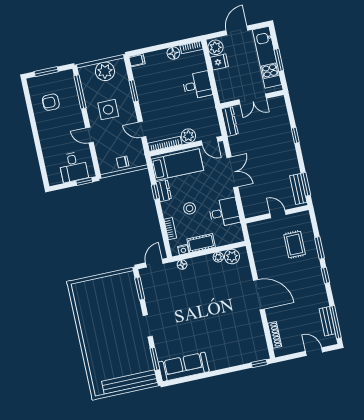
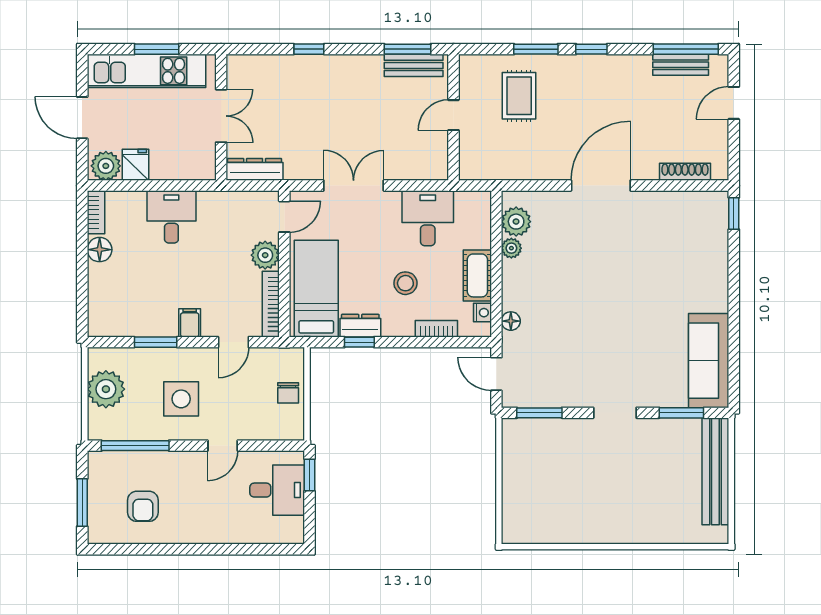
filing cabinet: (137, 60) -> (190, 323), moved
rug: (295, 245) -> (519, 96), turned 90

